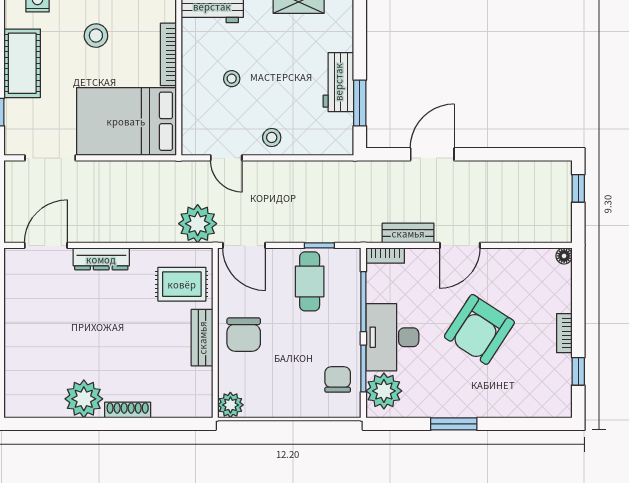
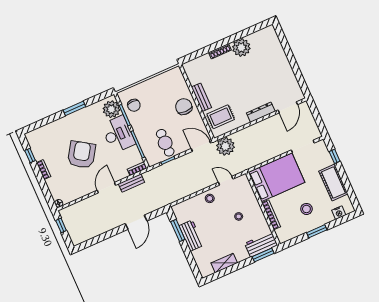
window: (578, 188) -> (61, 225), moved
plant: (230, 405) -> (176, 73), removed

